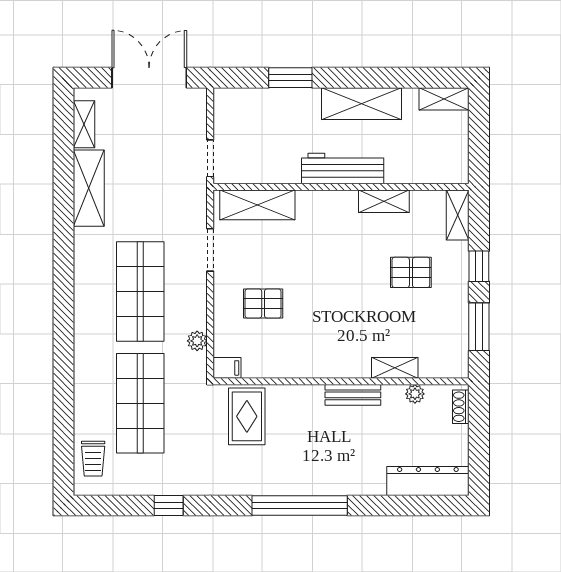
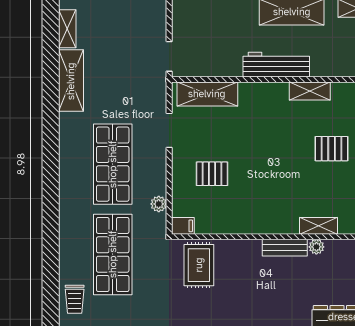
plant: (415, 394) -> (316, 247), moved

